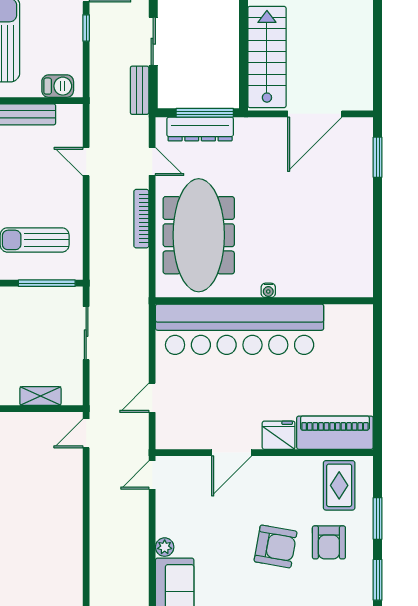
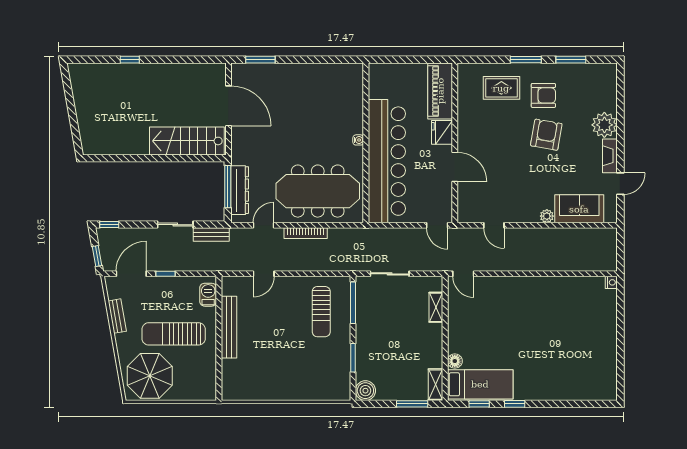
piano: (335, 433) -> (440, 91), moved
fridge: (279, 435) -> (442, 132), moved
door: (232, 453) -> (455, 167), moved
wall: (264, 453) -> (455, 143), moved

